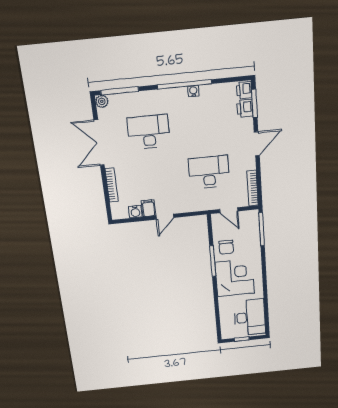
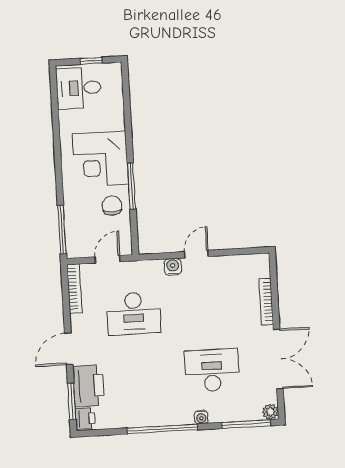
water cooler: (193, 91) -> (201, 417), moved
printer: (245, 108) -> (88, 386), width x1.87, depth x1.48
desk: (149, 132) -> (212, 370), turned 180
filing cabinet: (149, 208) -> (218, 267), removed
door: (229, 210) -> (108, 259), hinge flipped
water cooler: (135, 212) -> (173, 267), moved
desk: (250, 317) -> (79, 88), width x0.73

